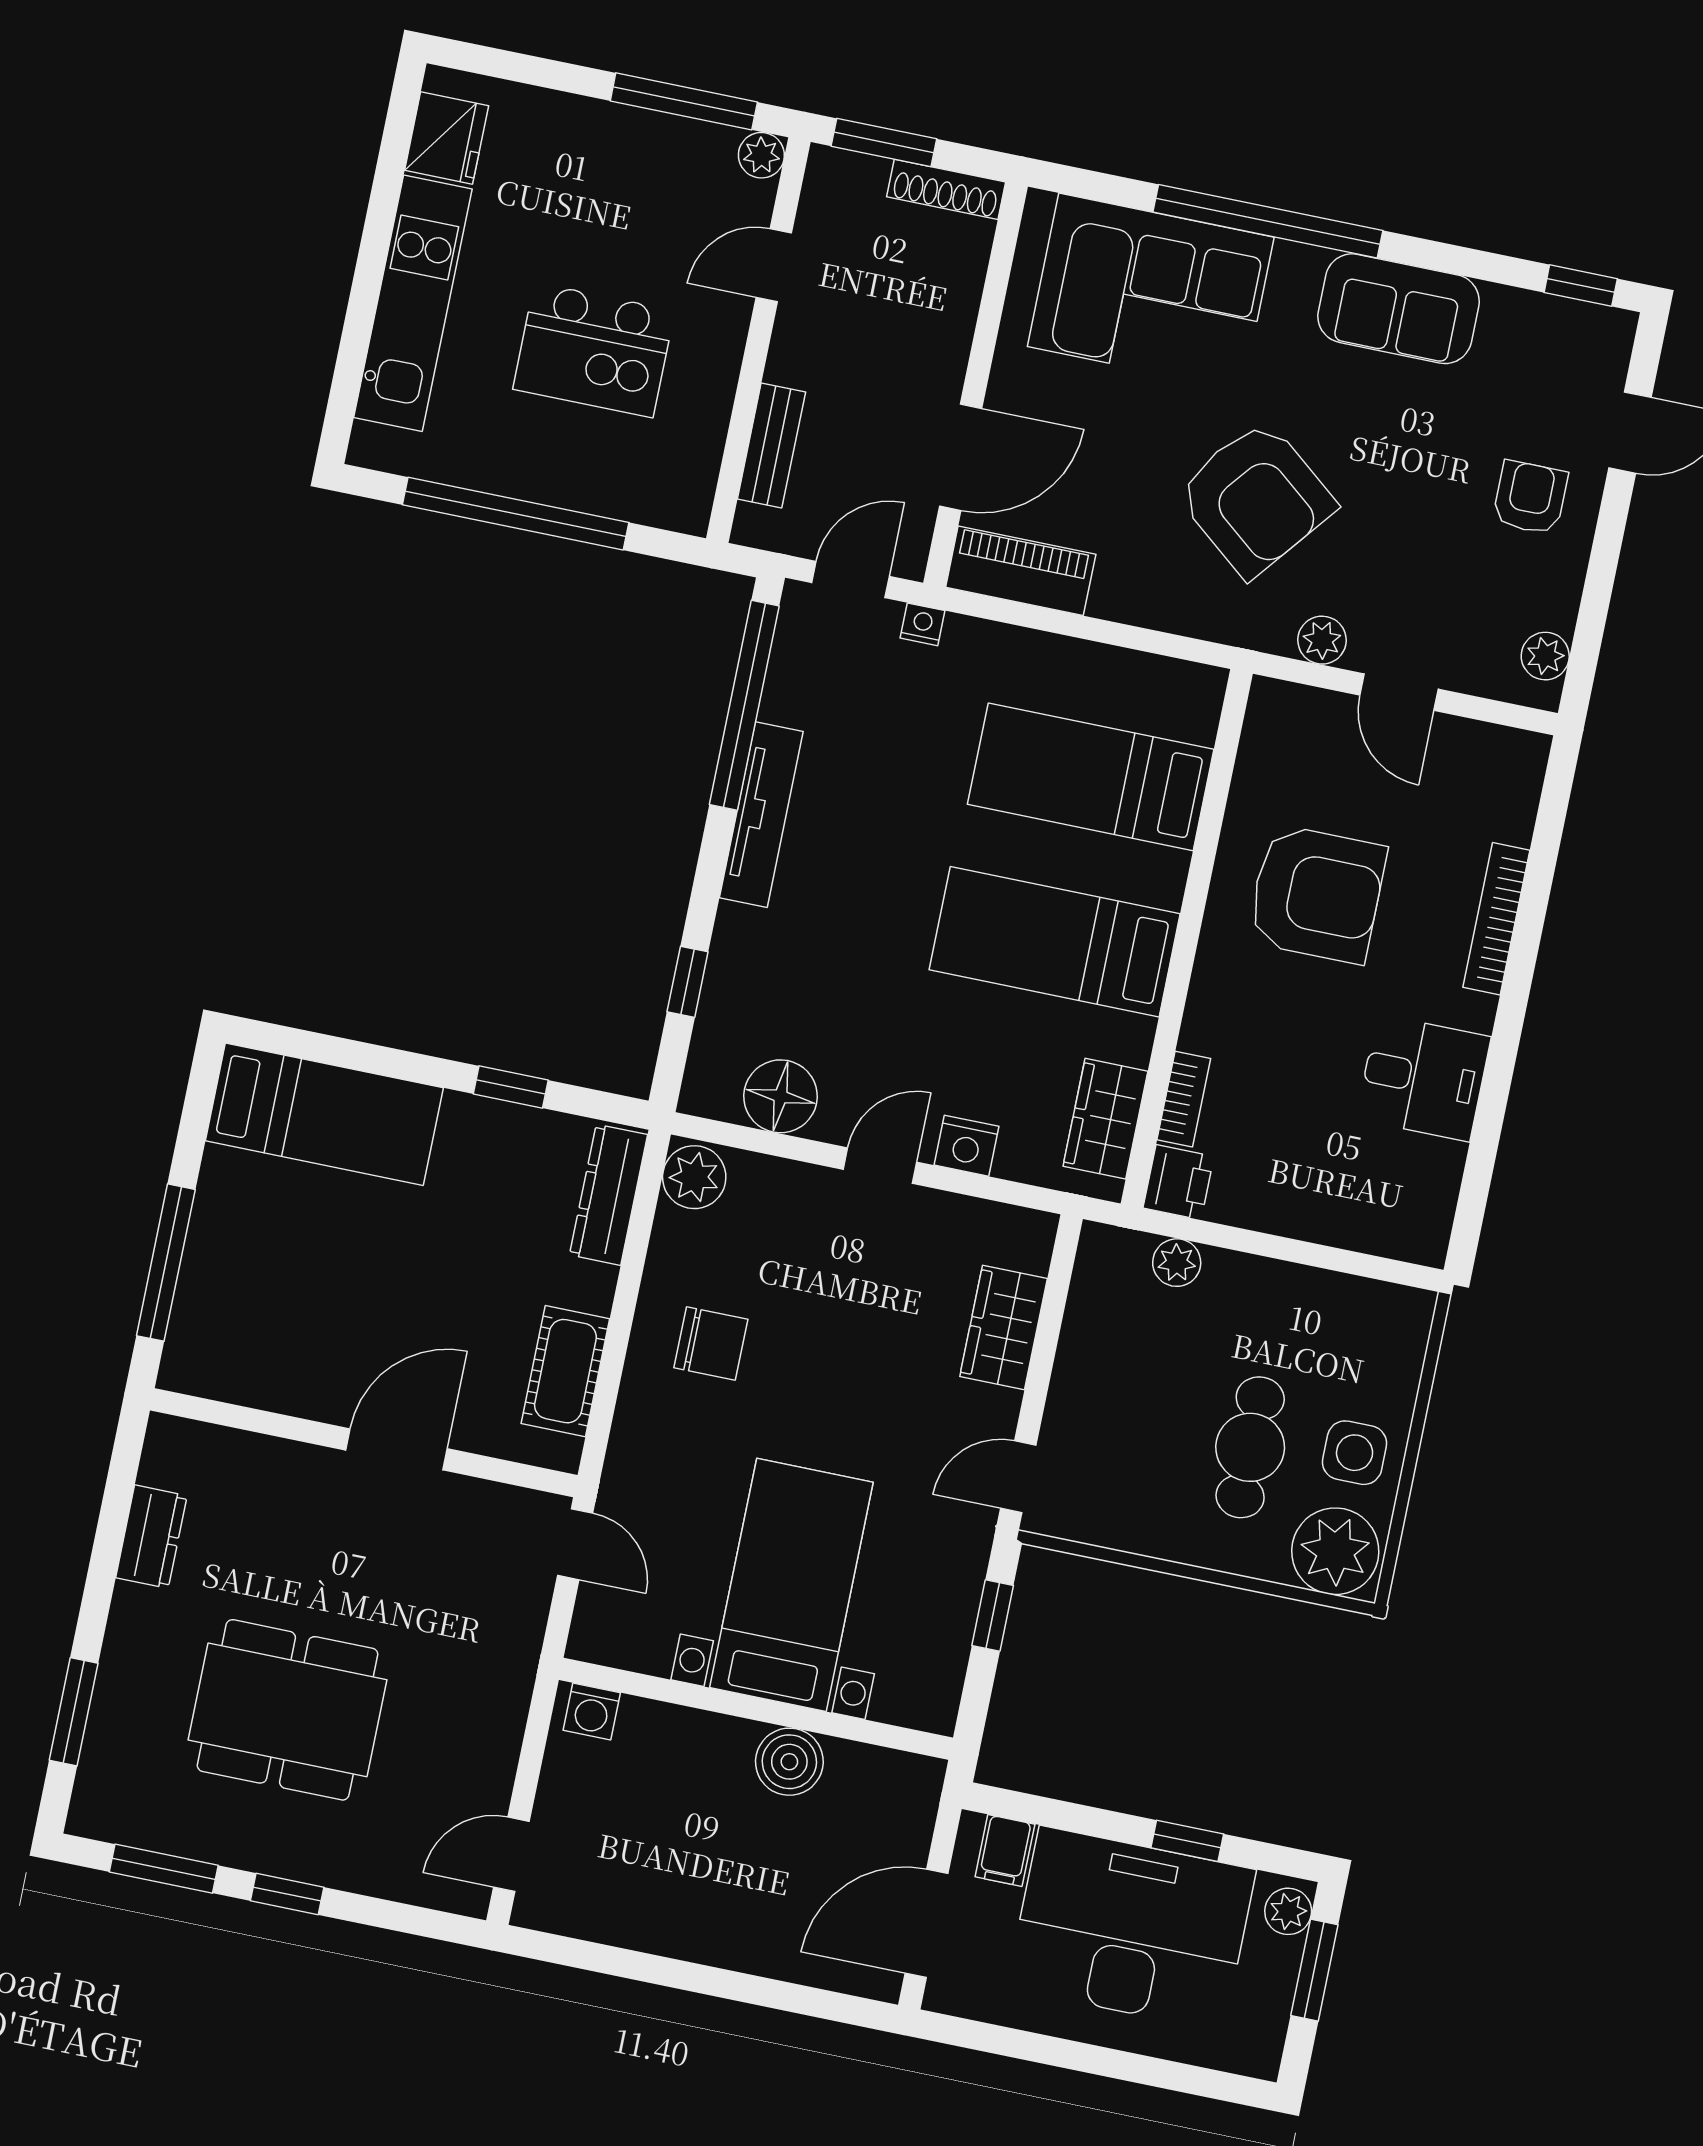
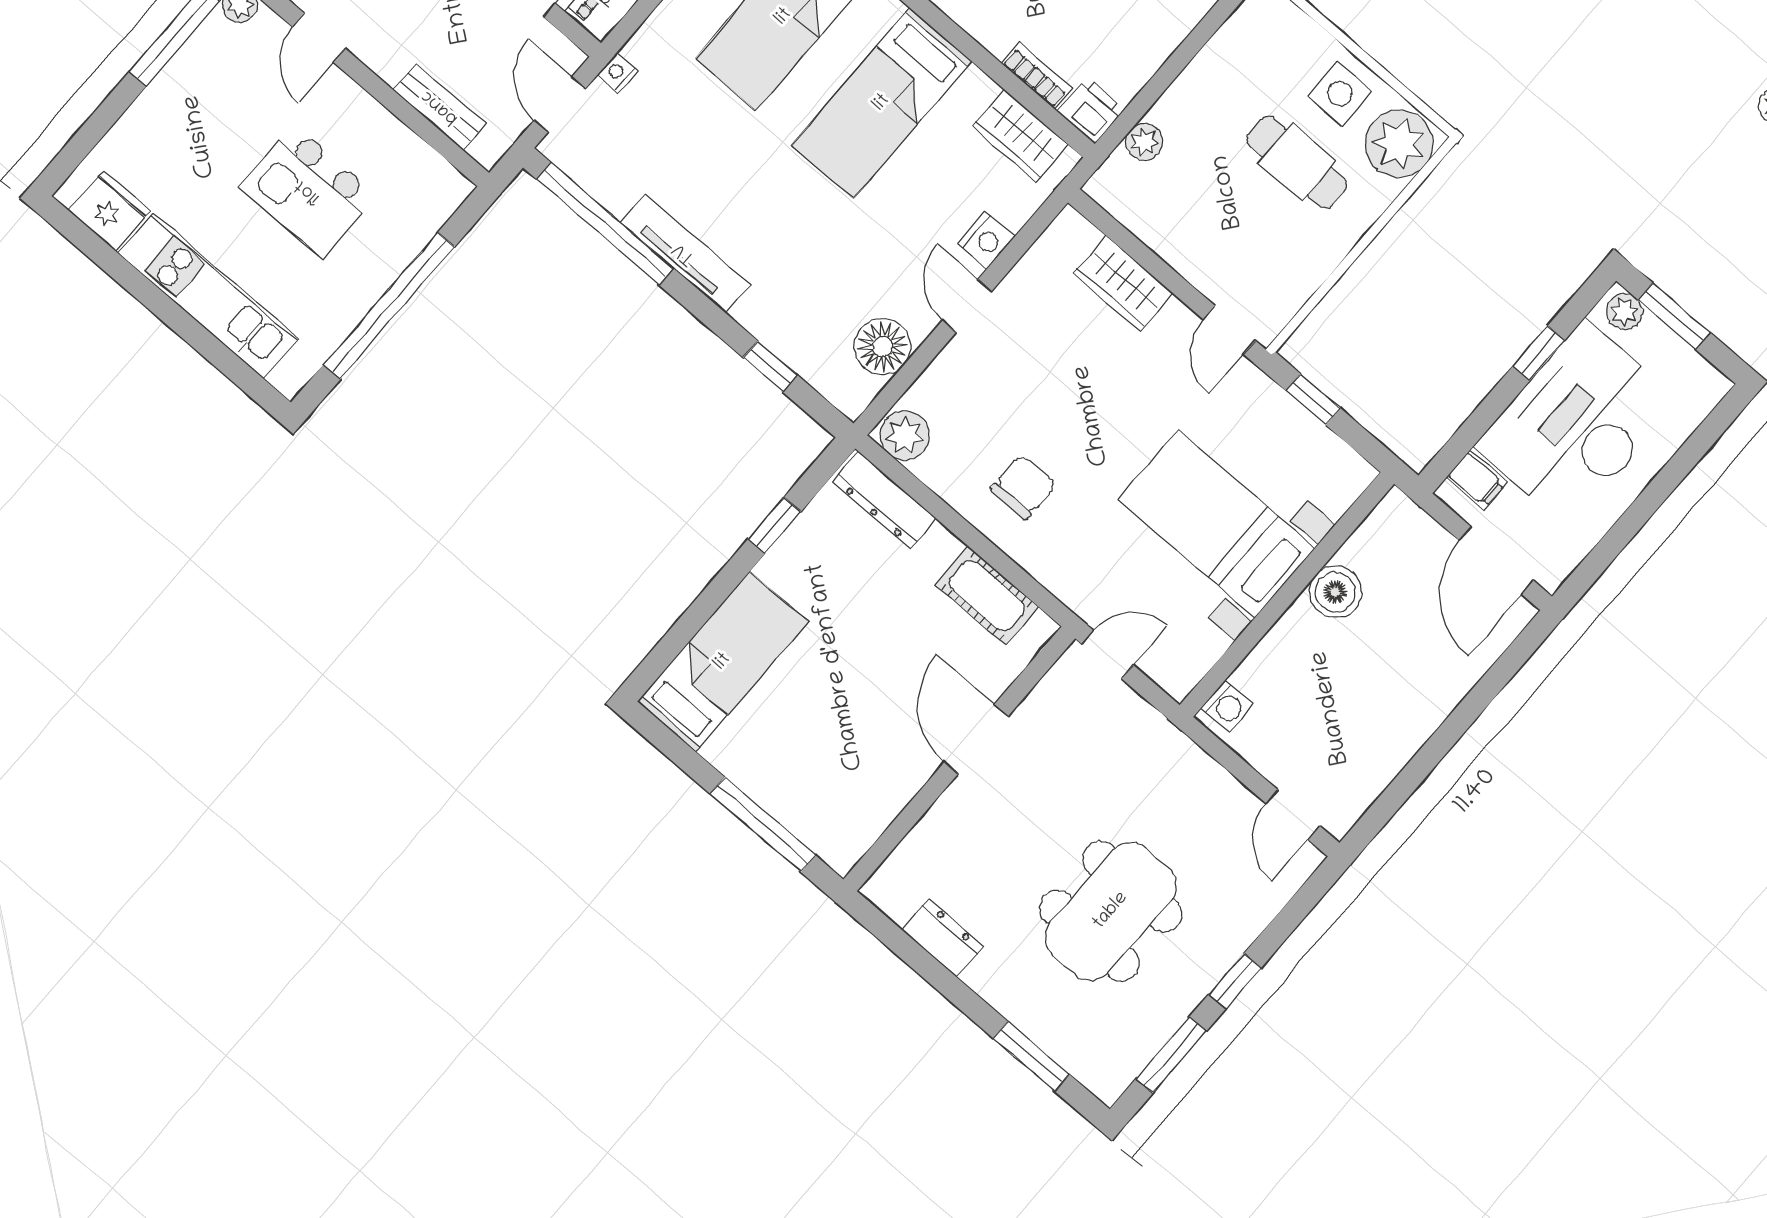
kitchen island: (594, 350) -> (308, 191), turned 90

